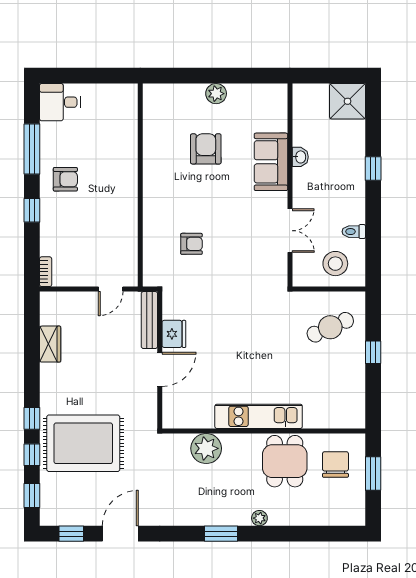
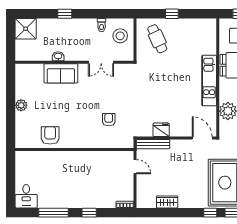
armchair: (206, 149) -> (50, 135), moved, turned 90
armchair: (65, 179) -> (71, 193), removed
double door: (290, 231) -> (101, 62), swing flipped
door: (160, 369) -> (202, 138), moved

